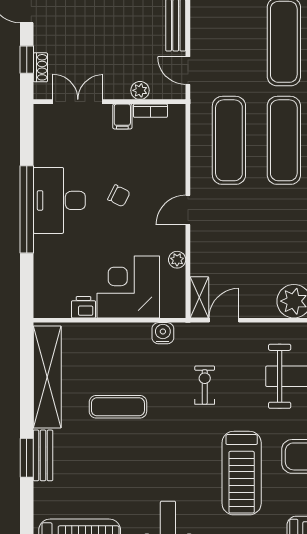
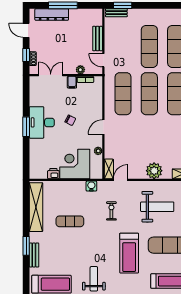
window: (27, 209) -> (26, 127), width x0.47
bench: (43, 455) -> (34, 255), moved

